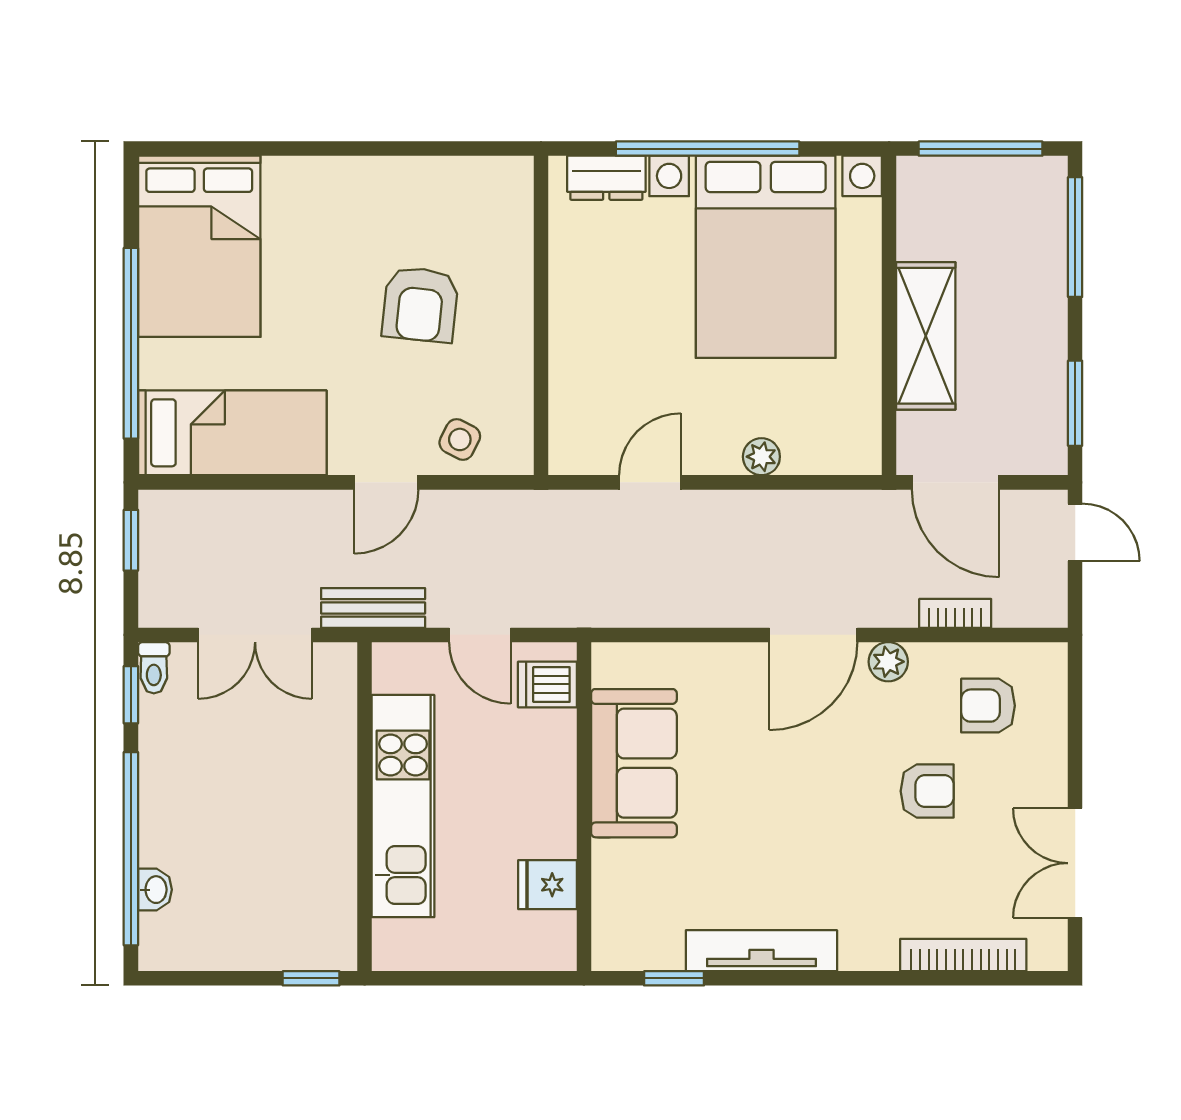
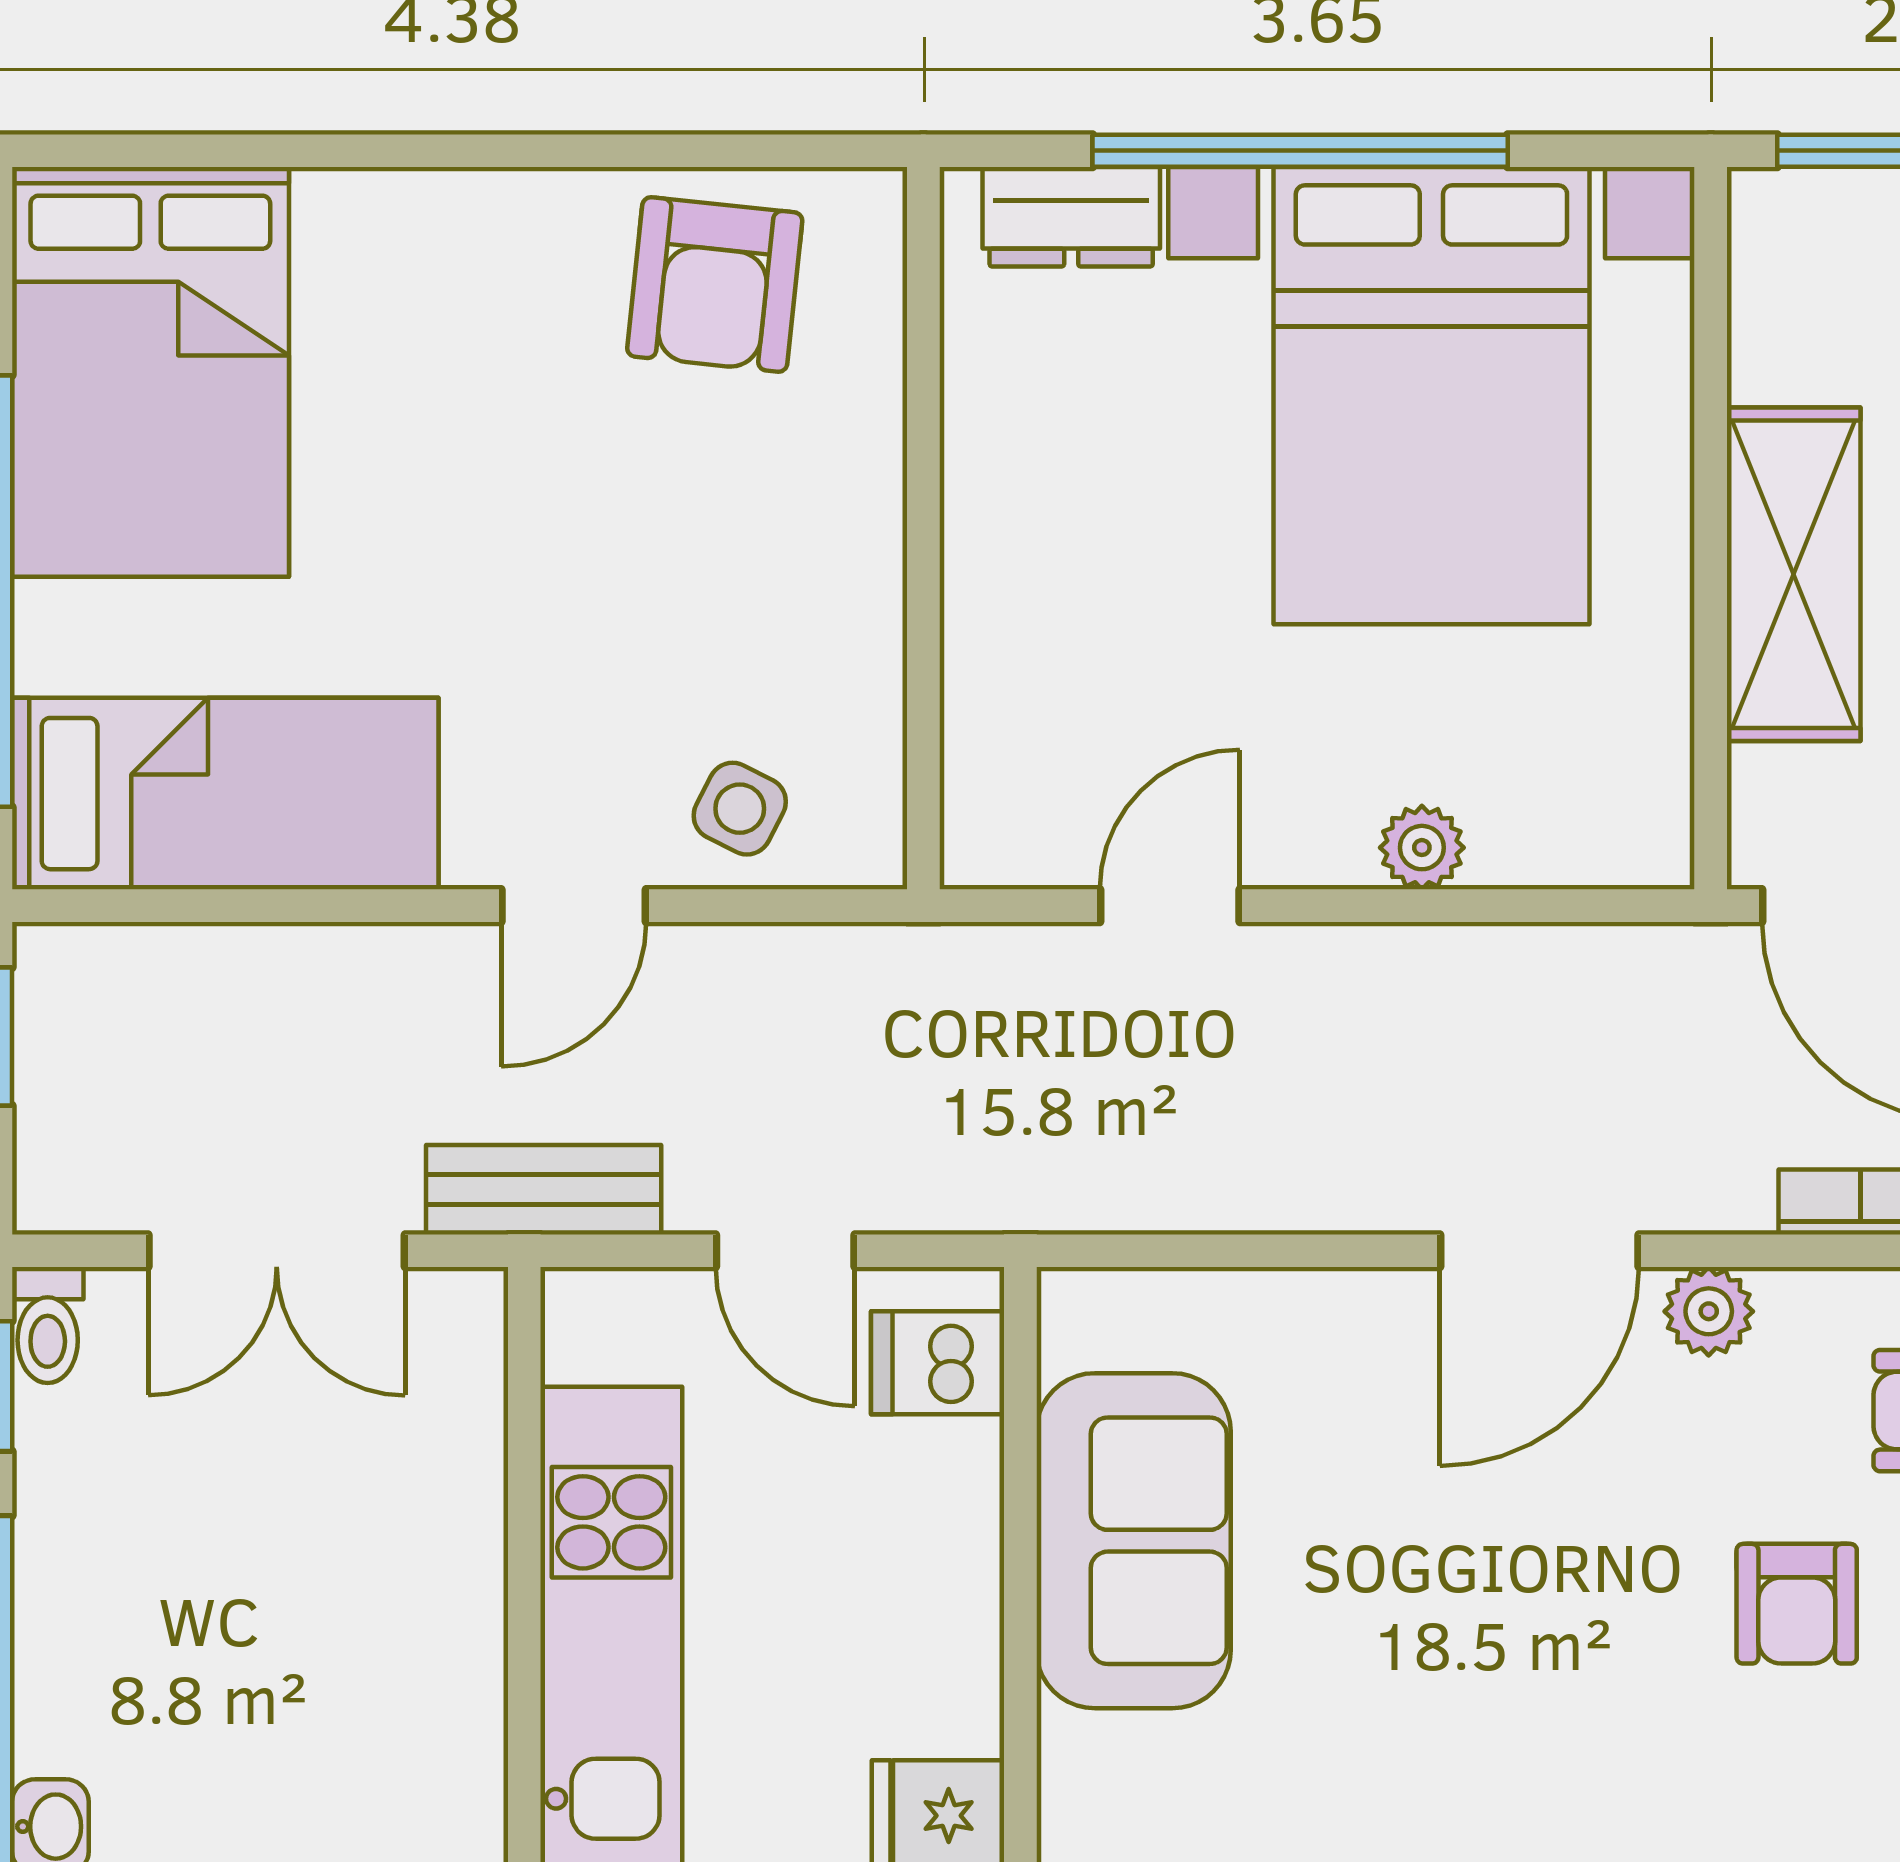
armchair: (420, 304) -> (715, 285), moved
armchair: (927, 791) -> (1797, 1604), turned 90

